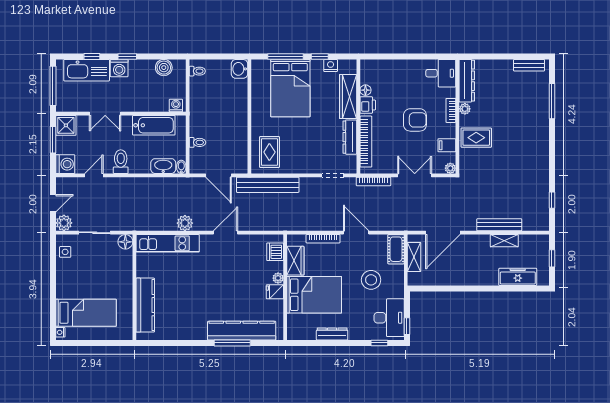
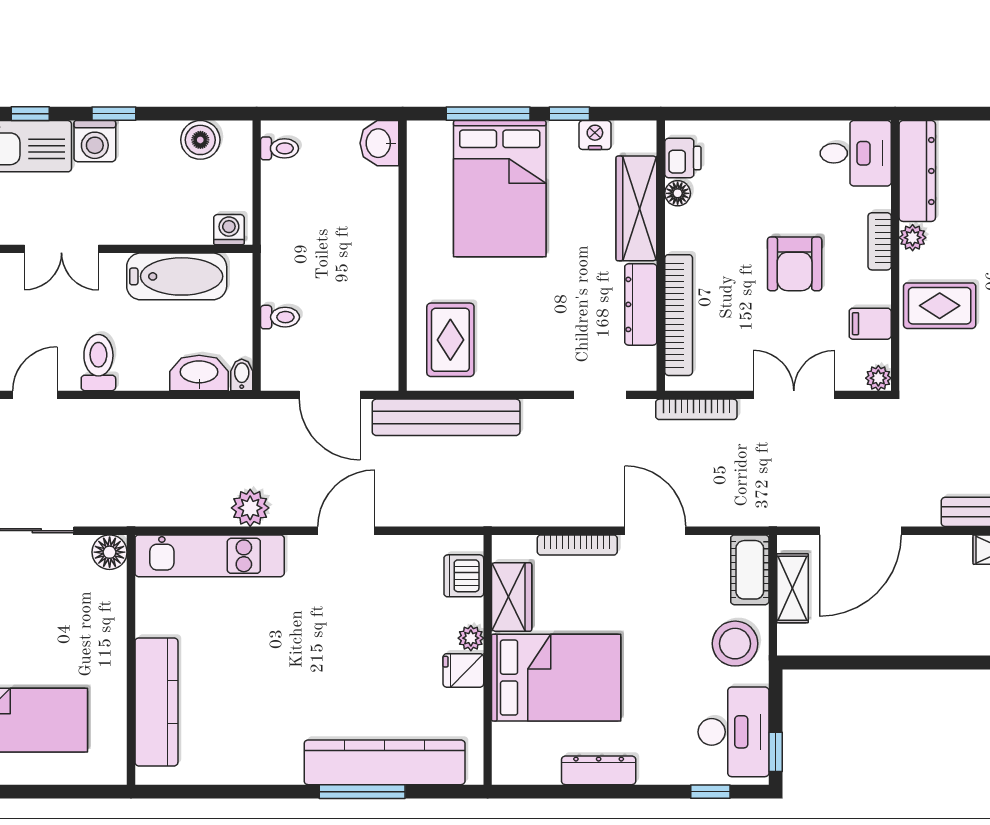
printer: (368, 105) -> (683, 158), moved
armchair: (415, 120) -> (795, 264), turned 90
stool: (371, 280) -> (735, 644), moved

